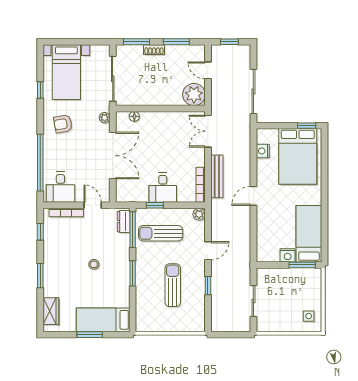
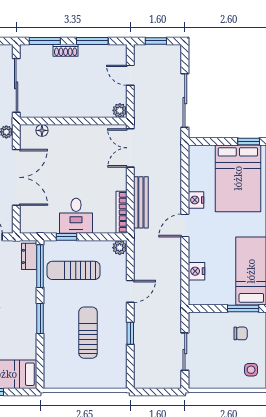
plant: (194, 95) -> (120, 110), width x0.53, depth x0.53
nightstand: (263, 151) -> (196, 200), moved
nightstand: (288, 255) -> (196, 271), moved, turned 90
chair: (300, 286) -> (241, 333), added

